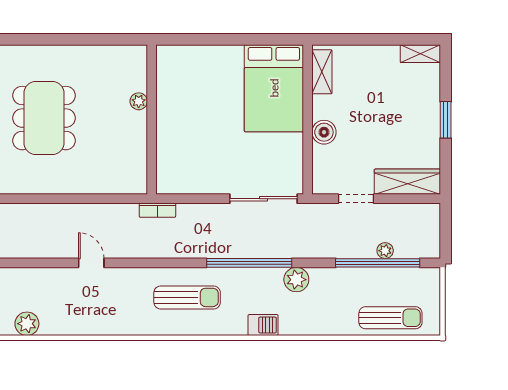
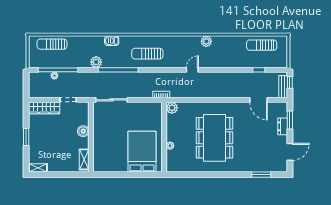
bed: (274, 88) -> (142, 152), moved
dining table: (44, 118) -> (214, 138), width x1.36, depth x1.24
plant: (135, 182) -> (172, 108), added
door: (91, 263) -> (192, 70), swing flipped
plant: (27, 324) -> (206, 41), moved

